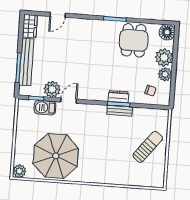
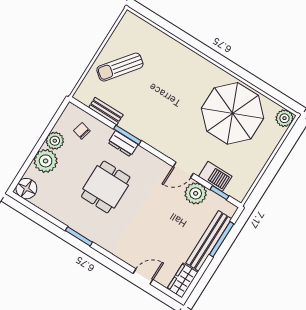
dining table: (134, 40) -> (106, 187), moved
bench: (120, 111) -> (106, 111), moved

